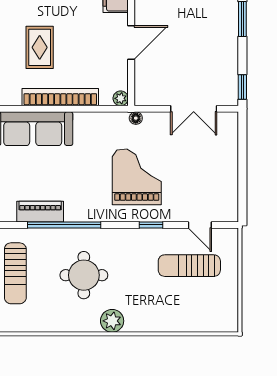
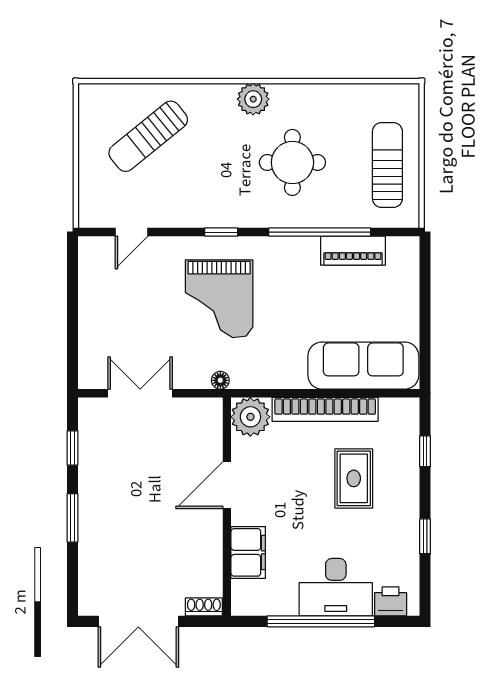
window: (242, 87) -> (73, 448), moved
plant: (121, 98) -> (250, 417), width x1.88, depth x1.88
window: (151, 225) -> (221, 232), moved
door: (200, 225) -> (132, 232), swing flipped
sun lounger: (189, 266) -> (148, 136), moved, turned 141

